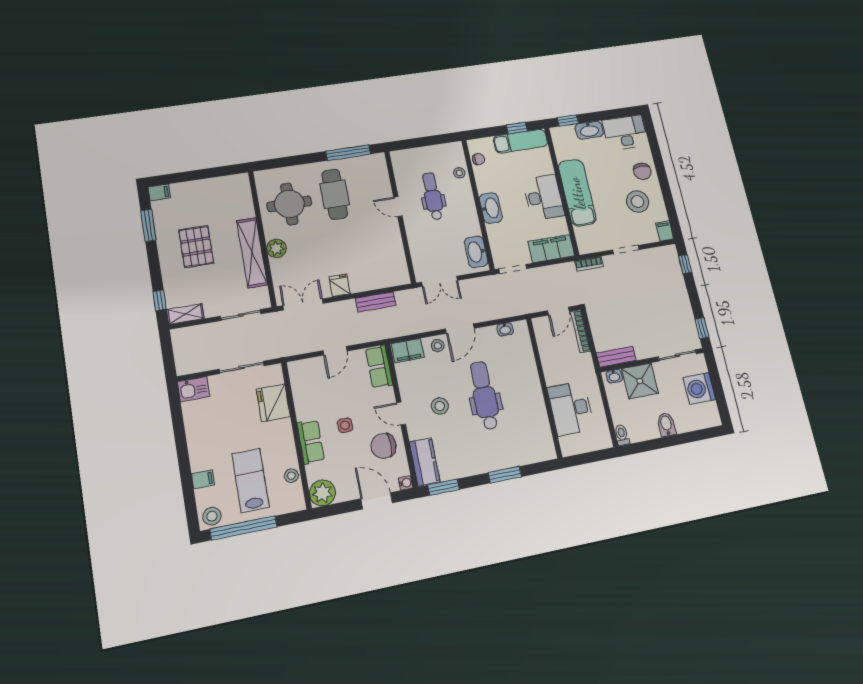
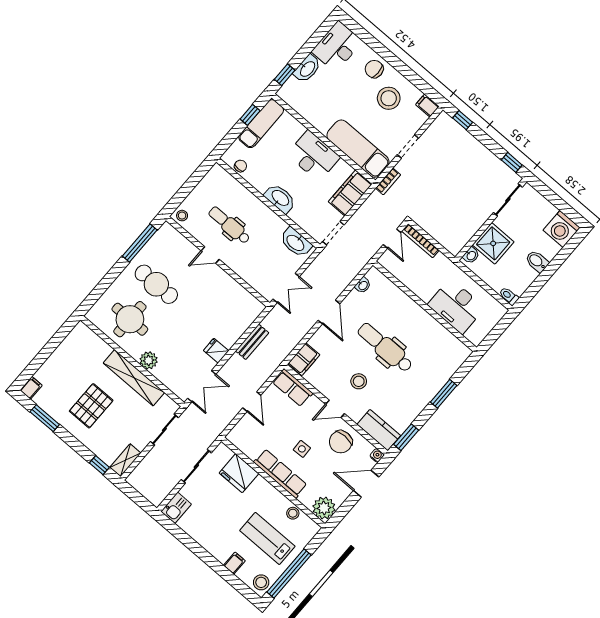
chair: (642, 171) -> (374, 69), turned 180
stool: (459, 173) -> (182, 216), moved
exam couch: (577, 193) -> (358, 149), moved
pallet: (196, 247) -> (91, 406), turned 90
double door: (303, 304) -> (202, 386), swing flipped
stool: (438, 346) -> (323, 338), removed
bench: (616, 357) -> (462, 239), removed
washing machine: (699, 388) -> (562, 229), moved
row of seats: (311, 442) -> (280, 474), width x1.48

